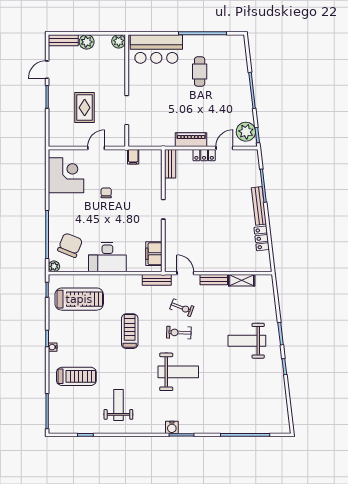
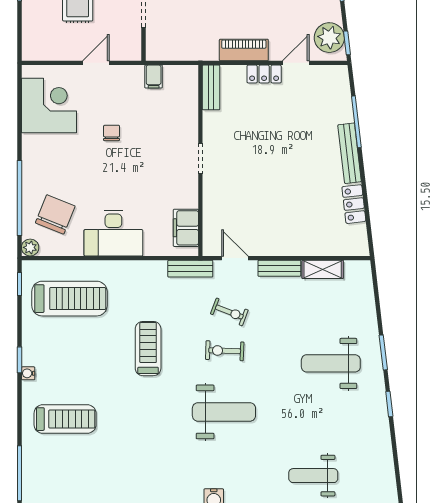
weight bench: (118, 405) -> (313, 476), moved, turned -90

